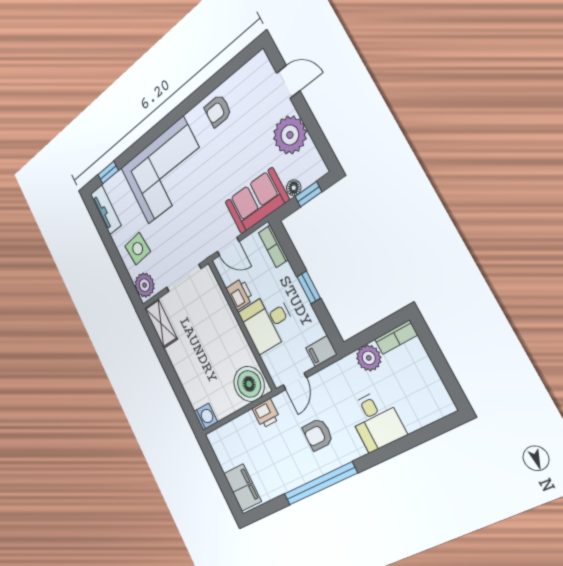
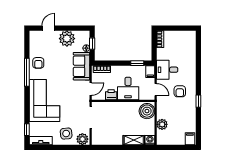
window: (192, 101) -> (27, 72), added
window: (309, 287) -> (137, 63), moved
shelving: (161, 323) -> (134, 140), moved
plant: (369, 358) -> (162, 124), moved
printer: (266, 413) -> (162, 110), removed
desk: (376, 421) -> (167, 70), moved, turned 180
window: (320, 484) -> (198, 101), width x0.32
filing cabinet: (242, 488) -> (190, 139), width x0.50

